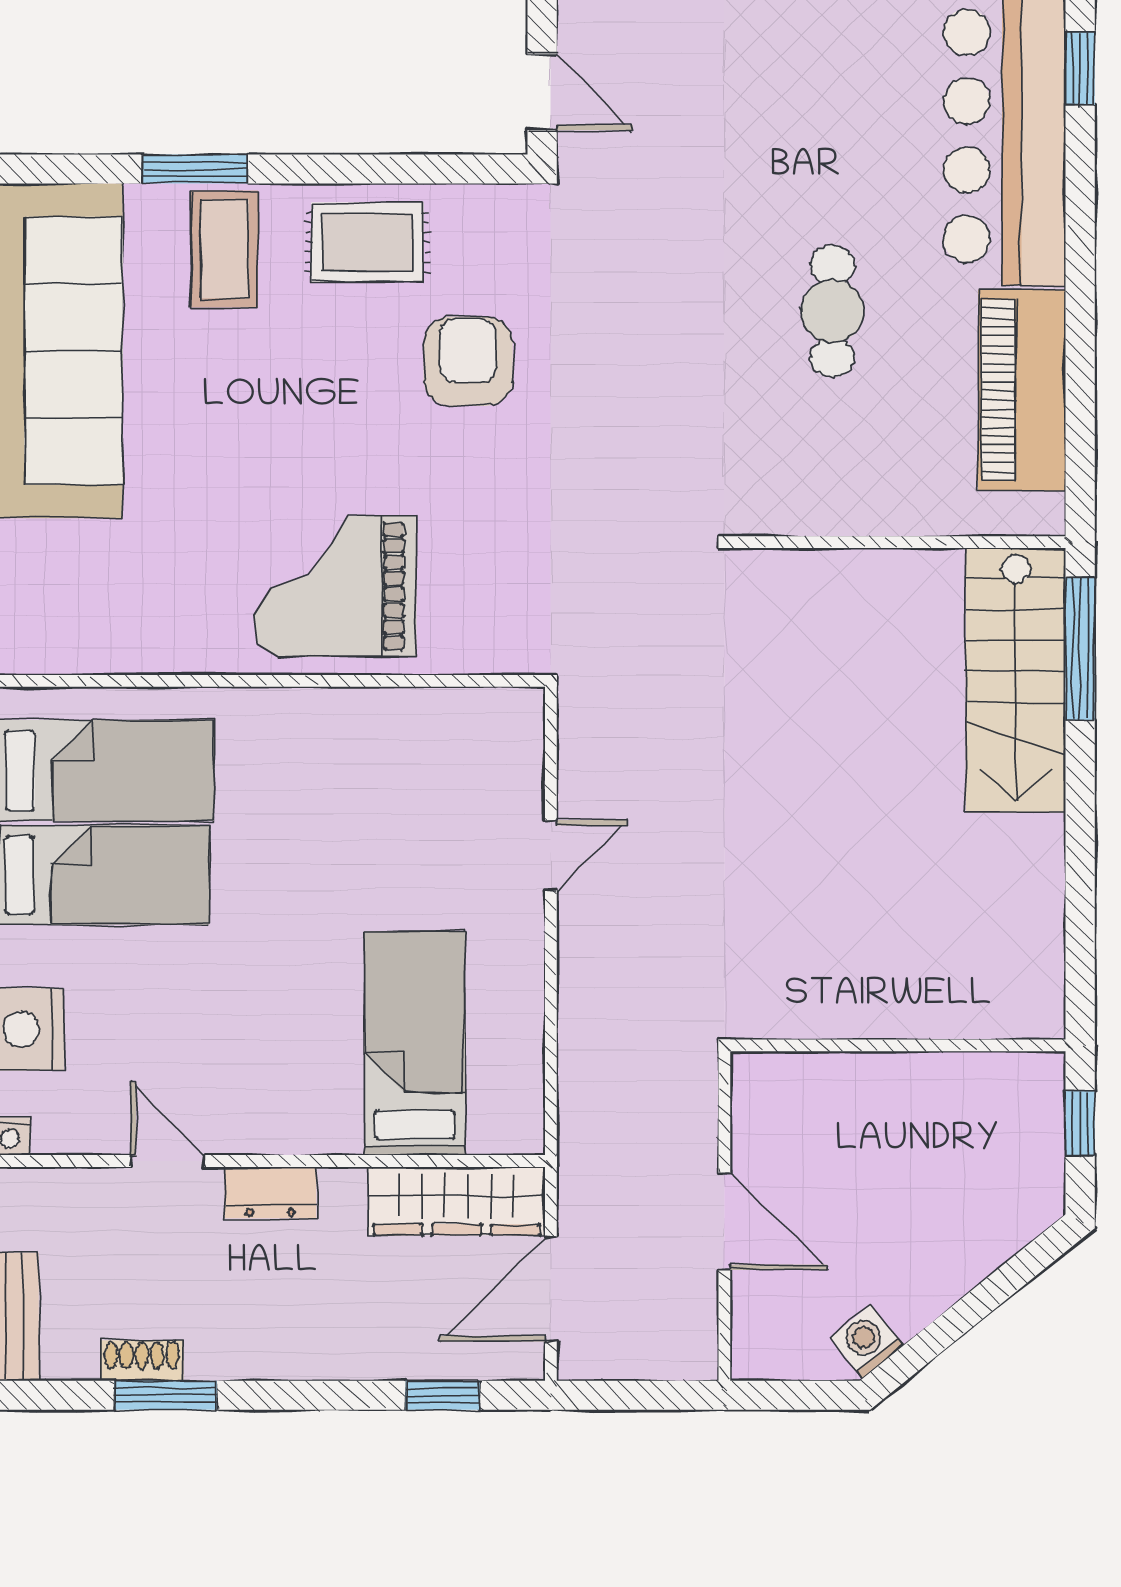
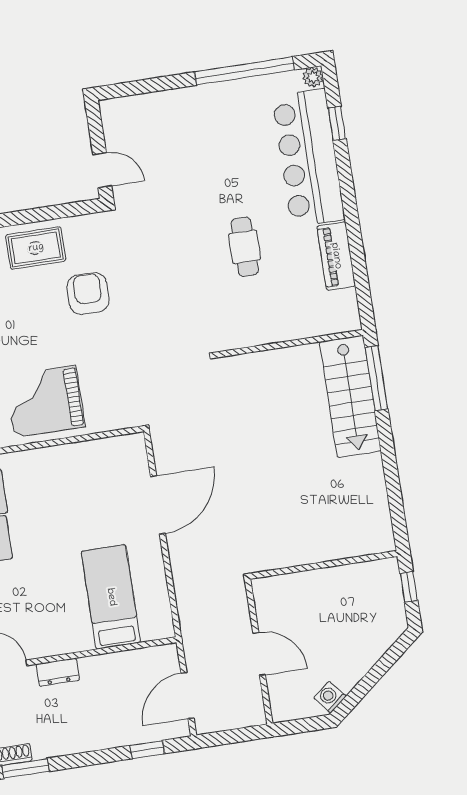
piano: (1022, 390) -> (336, 256), width x0.73, depth x0.75
door: (551, 855) -> (158, 505), width x1.87
wardrobe: (457, 1201) -> (140, 663), removed

